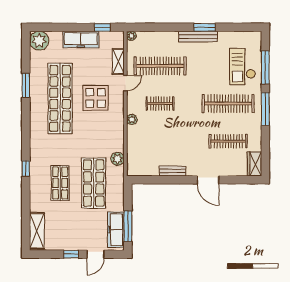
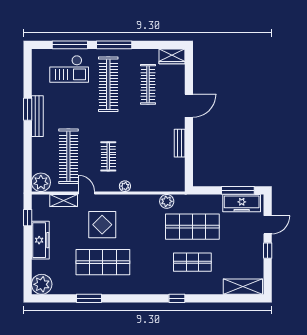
plant: (131, 36) -> (41, 182), width x1.88, depth x1.88
shop shelf: (60, 98) -> (103, 262), width x0.71
door: (95, 254) -> (268, 225), hinge flipped

